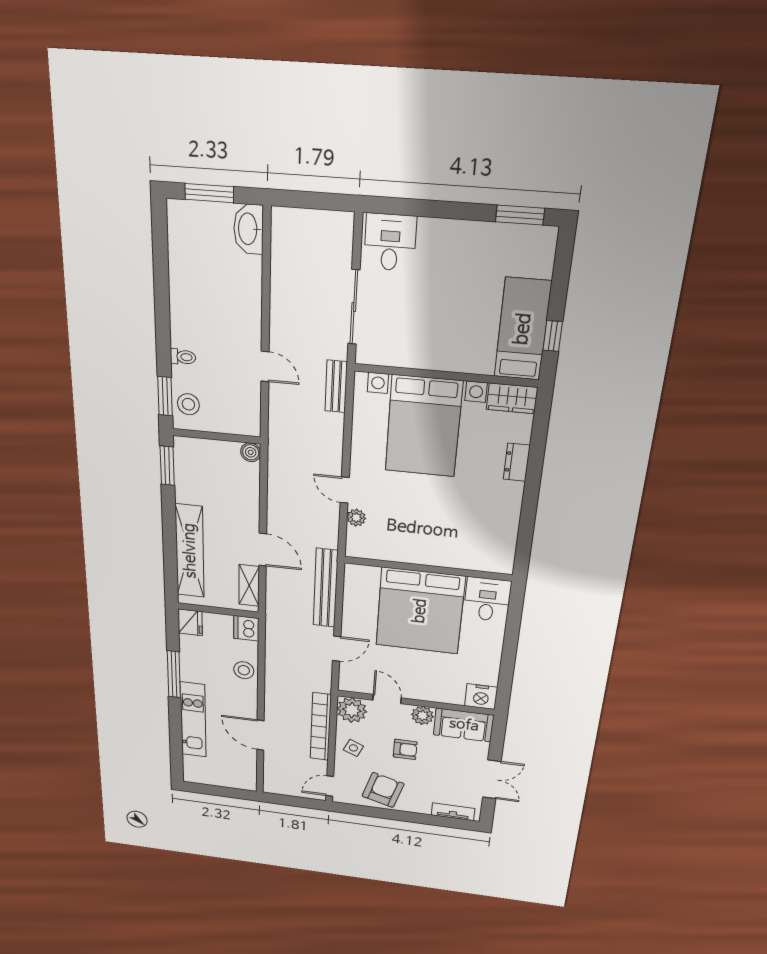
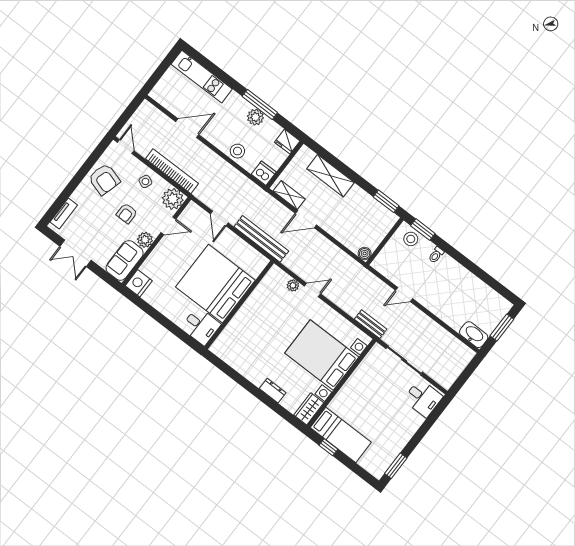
shelving: (190, 551) -> (330, 176), width x0.68
plant: (191, 671) -> (255, 117), added
kitchen unit: (193, 720) -> (202, 77), moved

